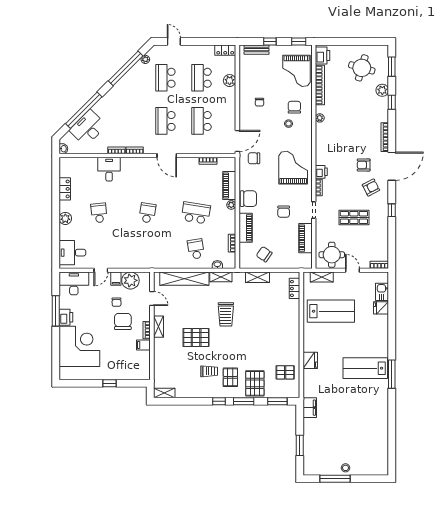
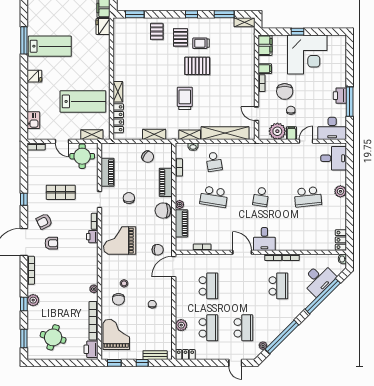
plant: (382, 90) -> (33, 300), moved
school desk: (165, 121) -> (278, 286), moved
grand piano: (293, 168) -> (120, 241), turned 90
desk: (109, 169) -> (264, 239), moved
locker: (65, 189) -> (341, 240), moved
school desk: (99, 213) -> (308, 197), width x1.85
locker: (295, 288) -> (118, 118), width x1.53
fridge: (381, 308) -> (34, 76), moved
lab bench: (331, 311) -> (83, 101), turned 180
shelving: (158, 327) -> (118, 92), moved
pallet: (196, 338) -> (197, 66), moved
corner desk: (79, 346) -> (307, 55), moved, turned -90
fridge: (310, 360) -> (103, 27), moved
filing cabinet: (143, 369) -> (265, 45), added
pallet: (285, 372) -> (127, 42), removed
pallet: (255, 383) -> (157, 31), width x0.67, depth x0.71
window: (244, 401) -> (224, 14), moved

